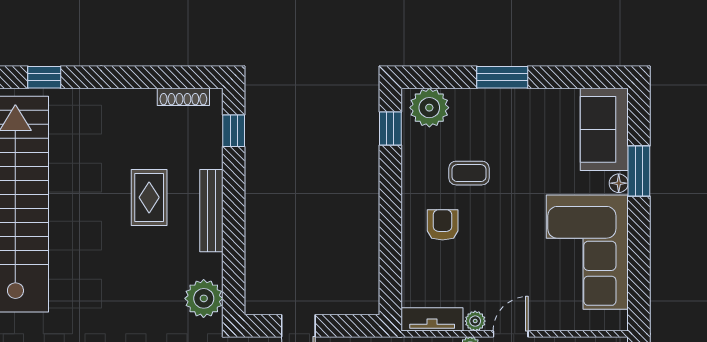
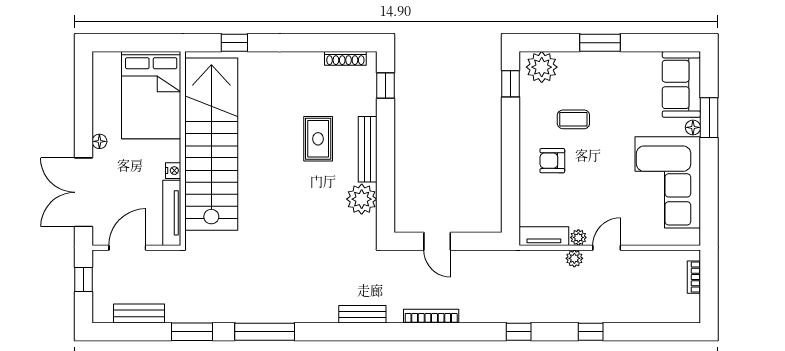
armchair: (443, 225) -> (552, 161), turned -90
plant: (204, 298) -> (362, 199), moved

